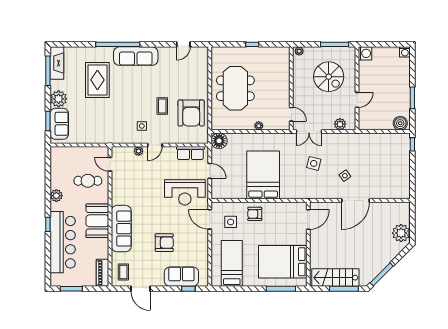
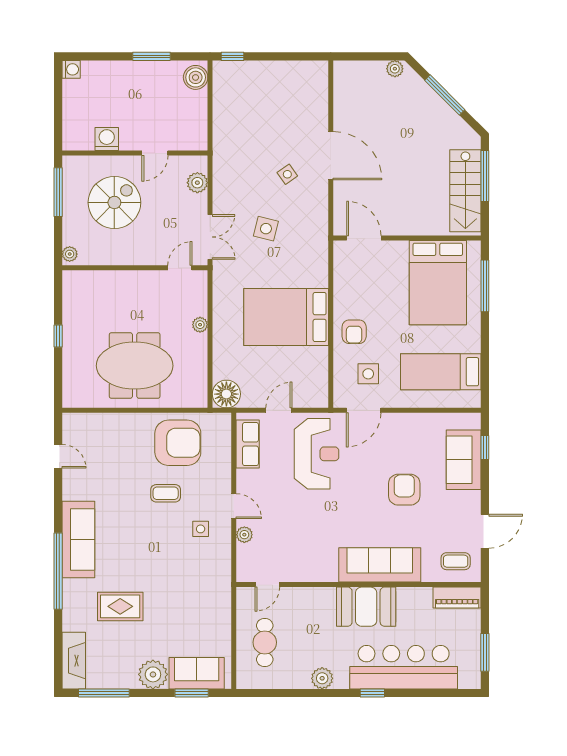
washing machine: (365, 53) -> (107, 139), moved
fireplace: (57, 63) -> (74, 661), moved, turned 90
rug: (97, 80) -> (120, 606), width x0.73, depth x0.70
door: (357, 100) -> (155, 153), swing flipped
cafe table: (88, 181) -> (265, 642), moved
plant: (401, 233) -> (395, 69), width x0.53, depth x0.53
window: (382, 274) -> (445, 95), moved

